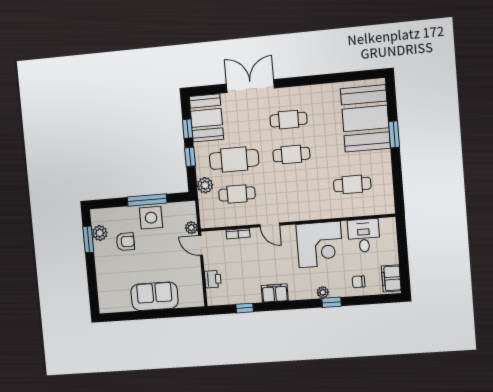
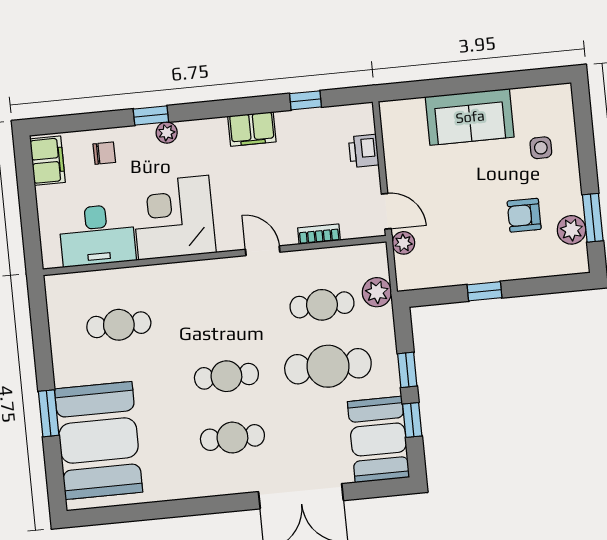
plant: (205, 185) -> (377, 292), moved
window: (147, 200) -> (484, 291), width x0.46
side table: (151, 218) -> (541, 148), moved, width x0.54, depth x0.54
desk: (364, 236) -> (97, 235), width x1.37

